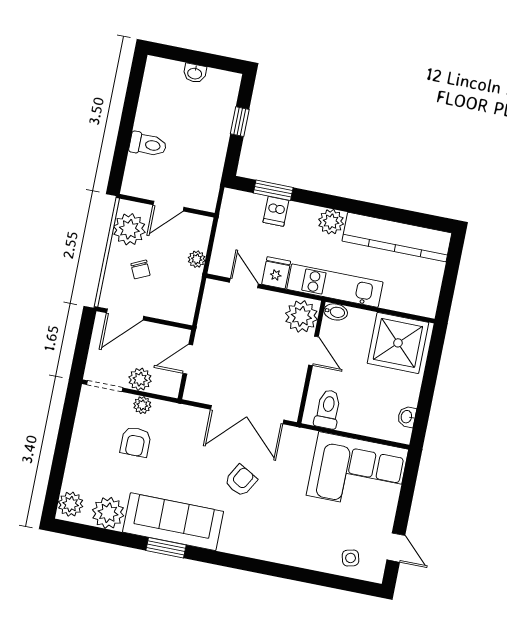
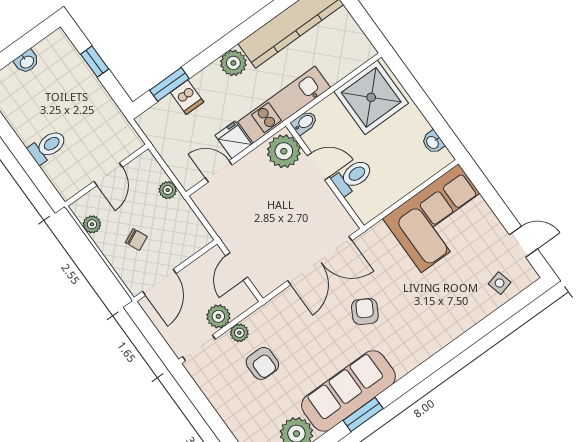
plant: (129, 229) -> (92, 224), width x0.53, depth x0.53
toilet: (328, 409) -> (352, 177), moved, turned 90

